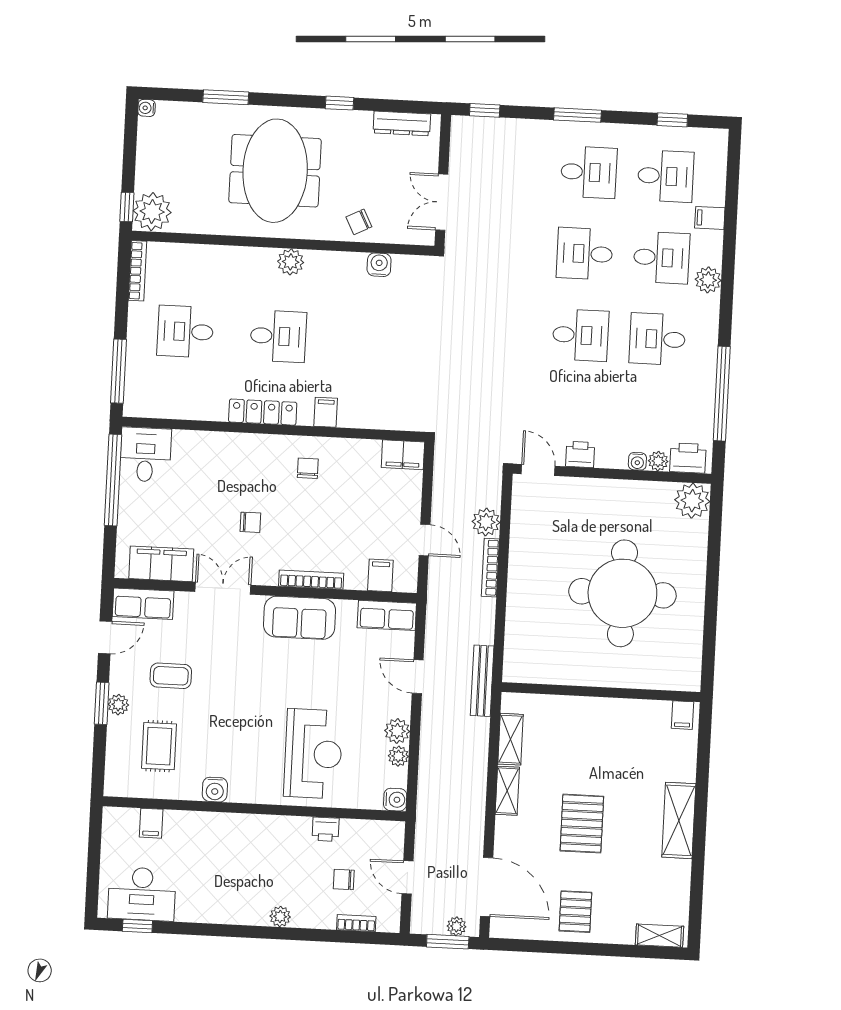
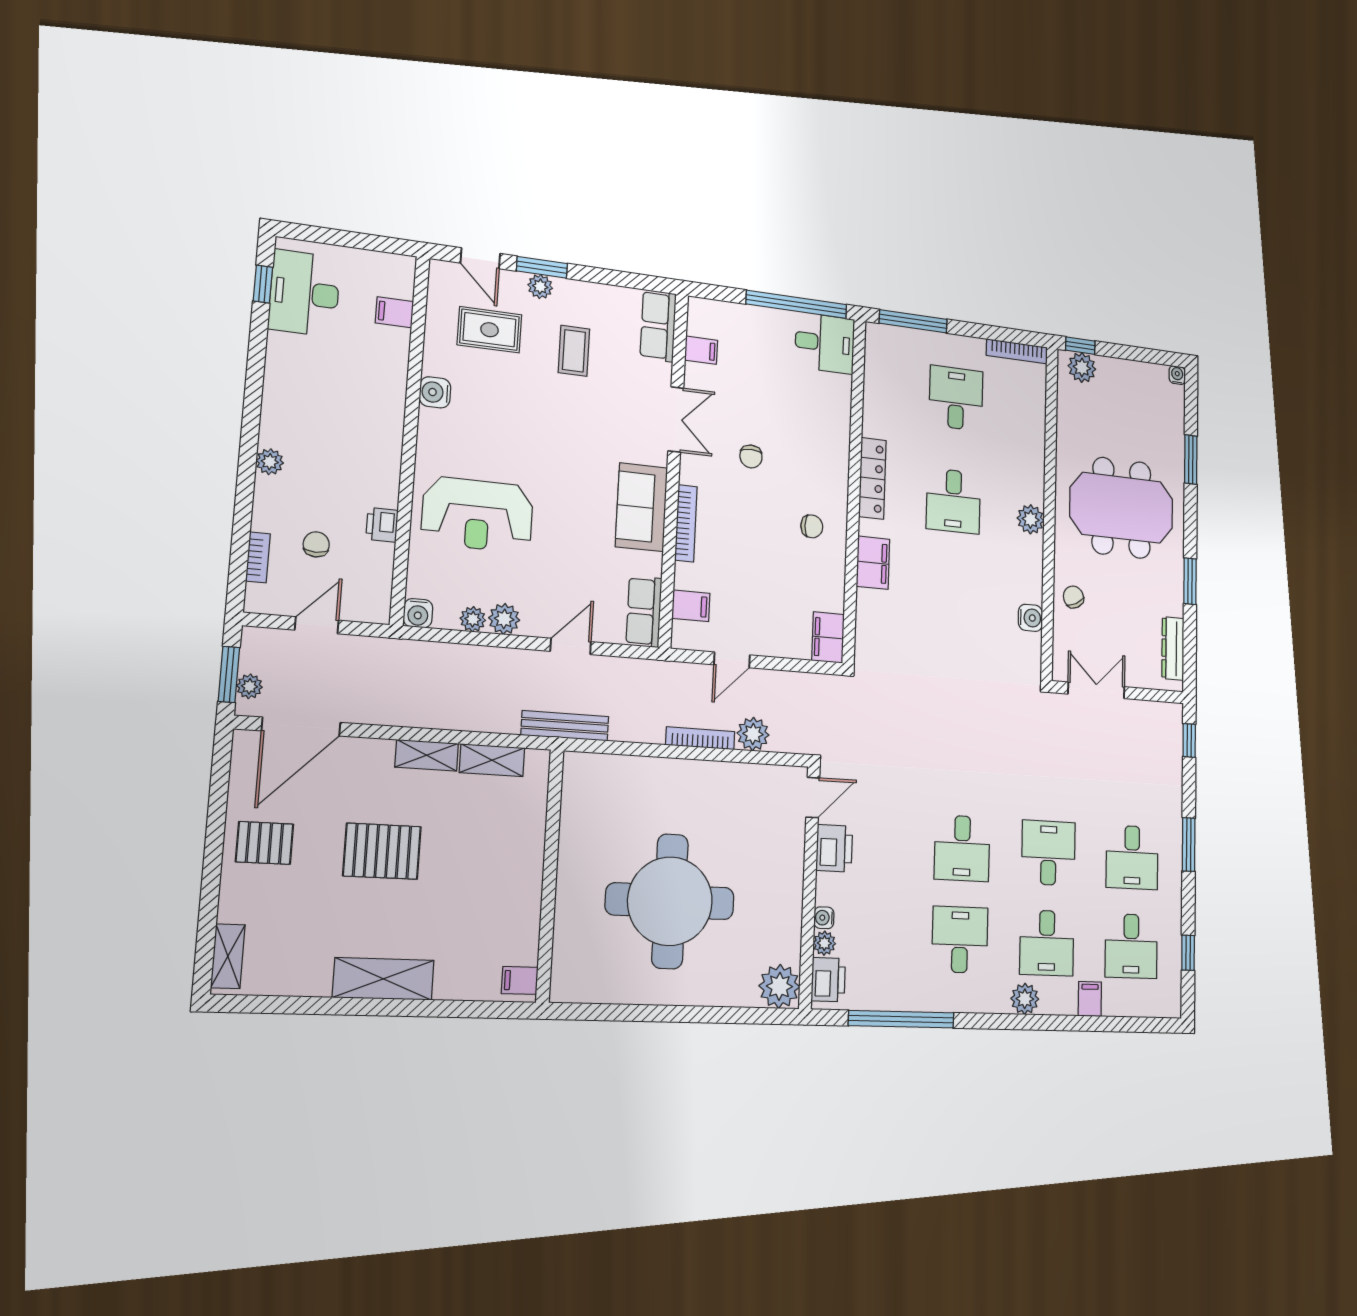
window: (339, 103) -> (1190, 581), width x1.50
plant: (152, 212) -> (1082, 368), width x0.73, depth x0.73
filing cabinet: (326, 412) -> (873, 563), width x2.00
printer: (580, 454) -> (834, 848), width x1.36, depth x1.24
filing cabinet: (161, 564) -> (701, 350), width x0.33, depth x0.86
door: (105, 637) -> (480, 258), moved

